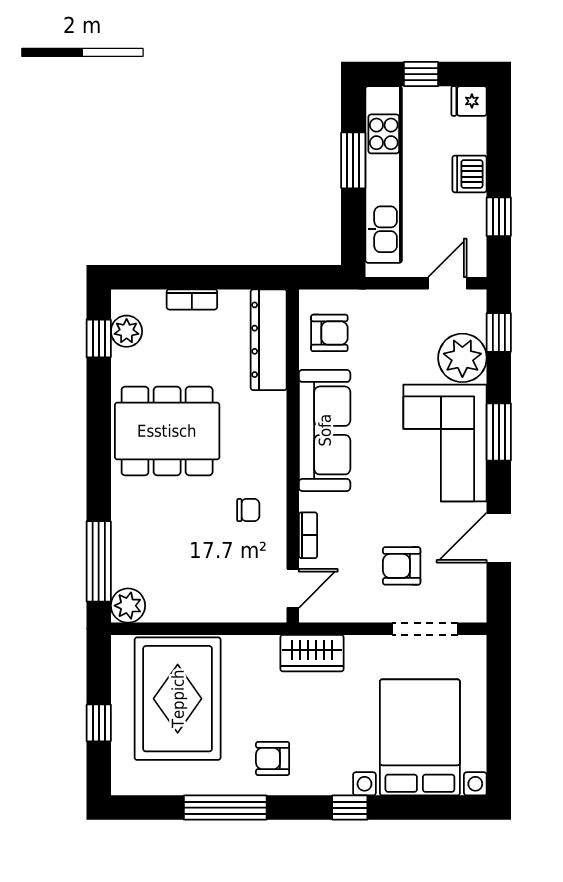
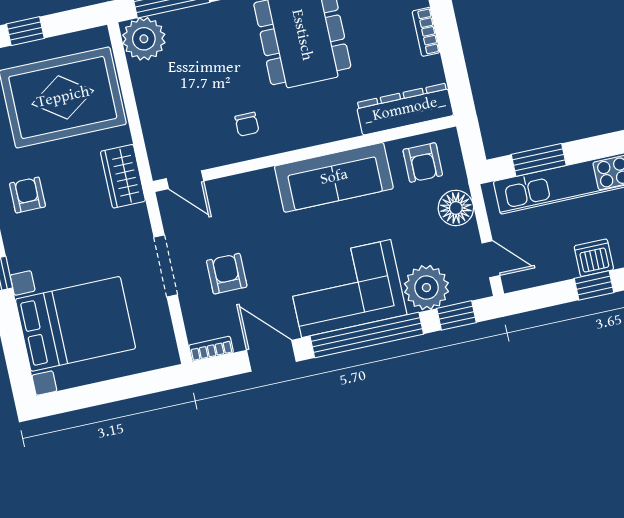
window: (353, 160) -> (539, 160), moved
window: (499, 217) -> (594, 285), moved
floor lamp: (385, 308) -> (456, 208), added
window: (499, 432) -> (367, 335), width x2.11
bookcase: (308, 535) -> (211, 349), moved, turned 180
plant: (128, 606) -> (144, 39), width x1.36, depth x1.36
doorway: (425, 629) -> (166, 266), moved
wardrobe: (312, 653) -> (123, 176), moved

